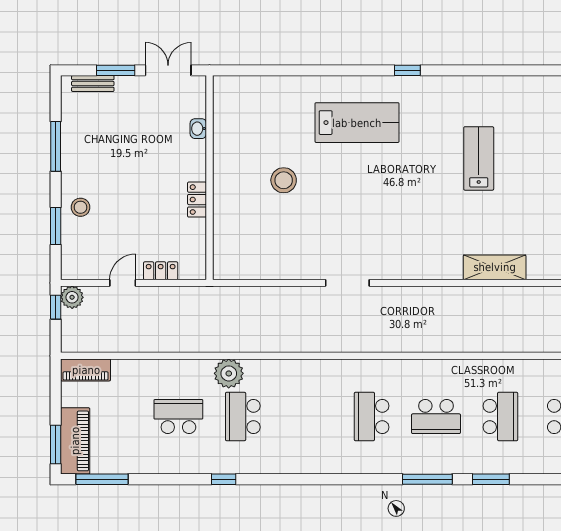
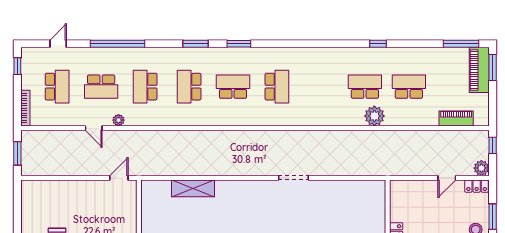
locker: (161, 271) -> (477, 186), moved
window: (56, 307) -> (493, 145), moved
piano: (86, 370) -> (456, 118), moved
school desk: (178, 416) -> (409, 87), turned 180
school desk: (243, 416) -> (365, 87), turned -90
window: (427, 479) -> (239, 44), width x0.69

